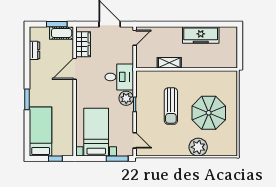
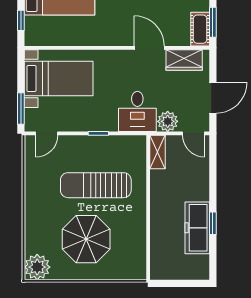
window: (197, 24) -> (213, 223), added
shelving: (169, 63) -> (158, 152), moved
plant: (126, 98) -> (168, 121), moved
sun lounger: (171, 106) -> (96, 185), width x1.36, depth x1.34
plant: (198, 147) -> (37, 267), moved

